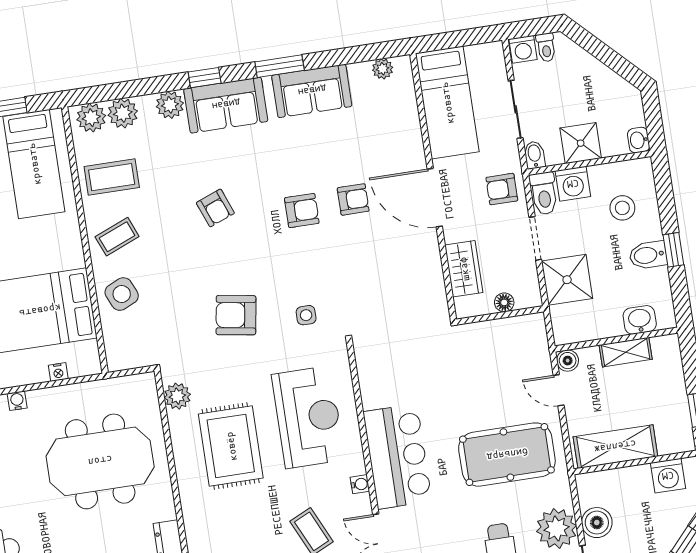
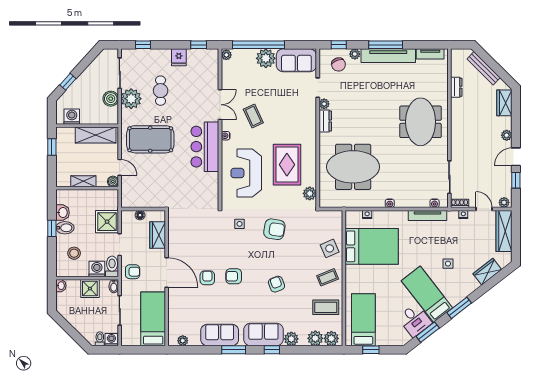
armchair: (353, 199) -> (207, 278), turned 90
washbasin: (640, 320) -> (63, 213), moved, turned -90

